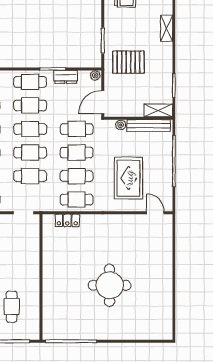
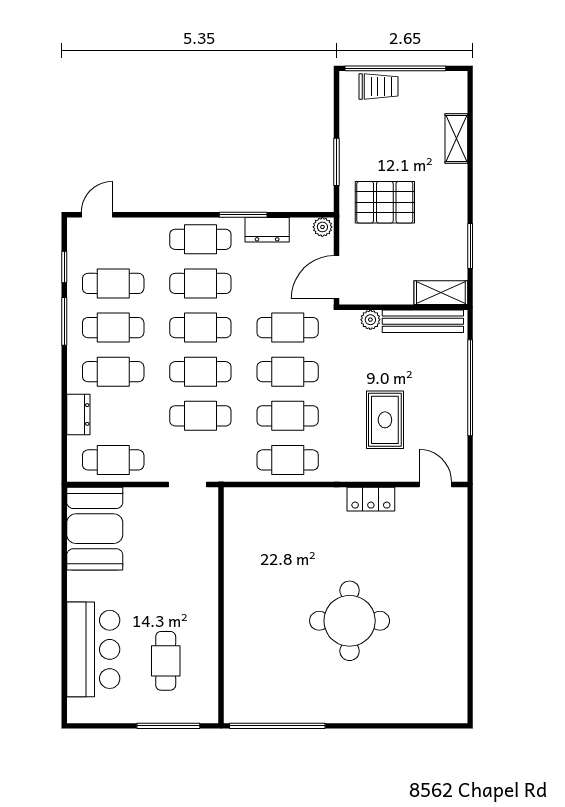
rug: (128, 178) -> (385, 420), width x0.73, depth x0.70
locker: (67, 220) -> (371, 499), moved

